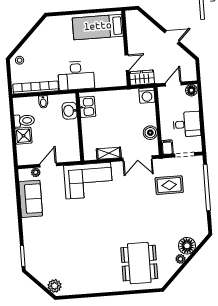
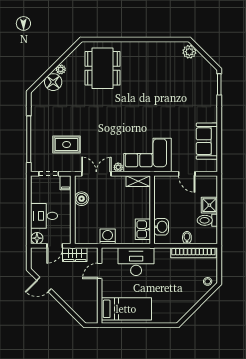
door: (172, 37) -> (44, 285), moved
desk: (76, 76) -> (136, 262), moved
wardrobe: (142, 78) -> (75, 255), moved
washing machine: (147, 95) -> (108, 236), moved
desk: (187, 124) -> (44, 216), moved
shelving: (109, 153) -> (138, 181), moved
door: (48, 165) -> (187, 174), hinge flipped
plant: (36, 172) -> (118, 167), moved

